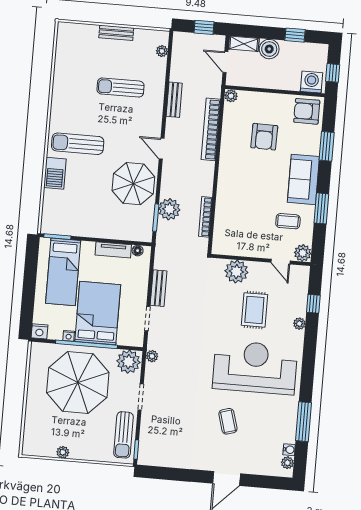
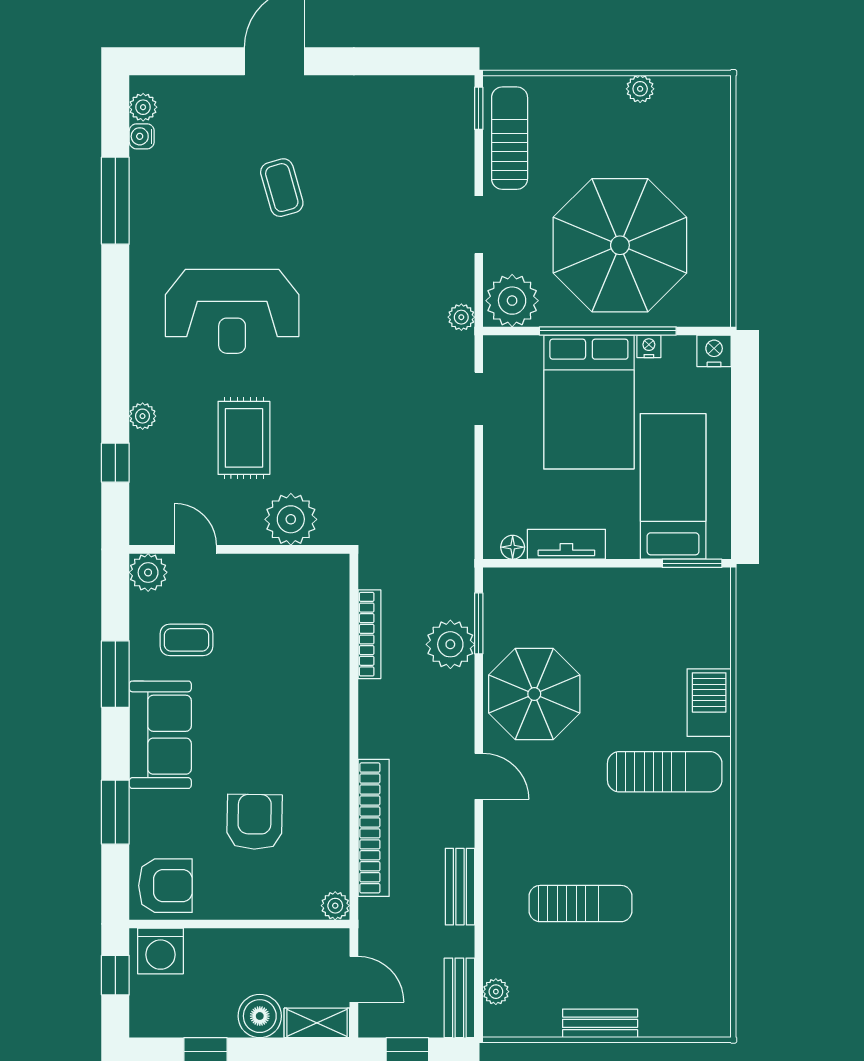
bench: (159, 288) -> (459, 998), moved
reception desk: (255, 367) -> (232, 311), width x0.74, depth x0.77

